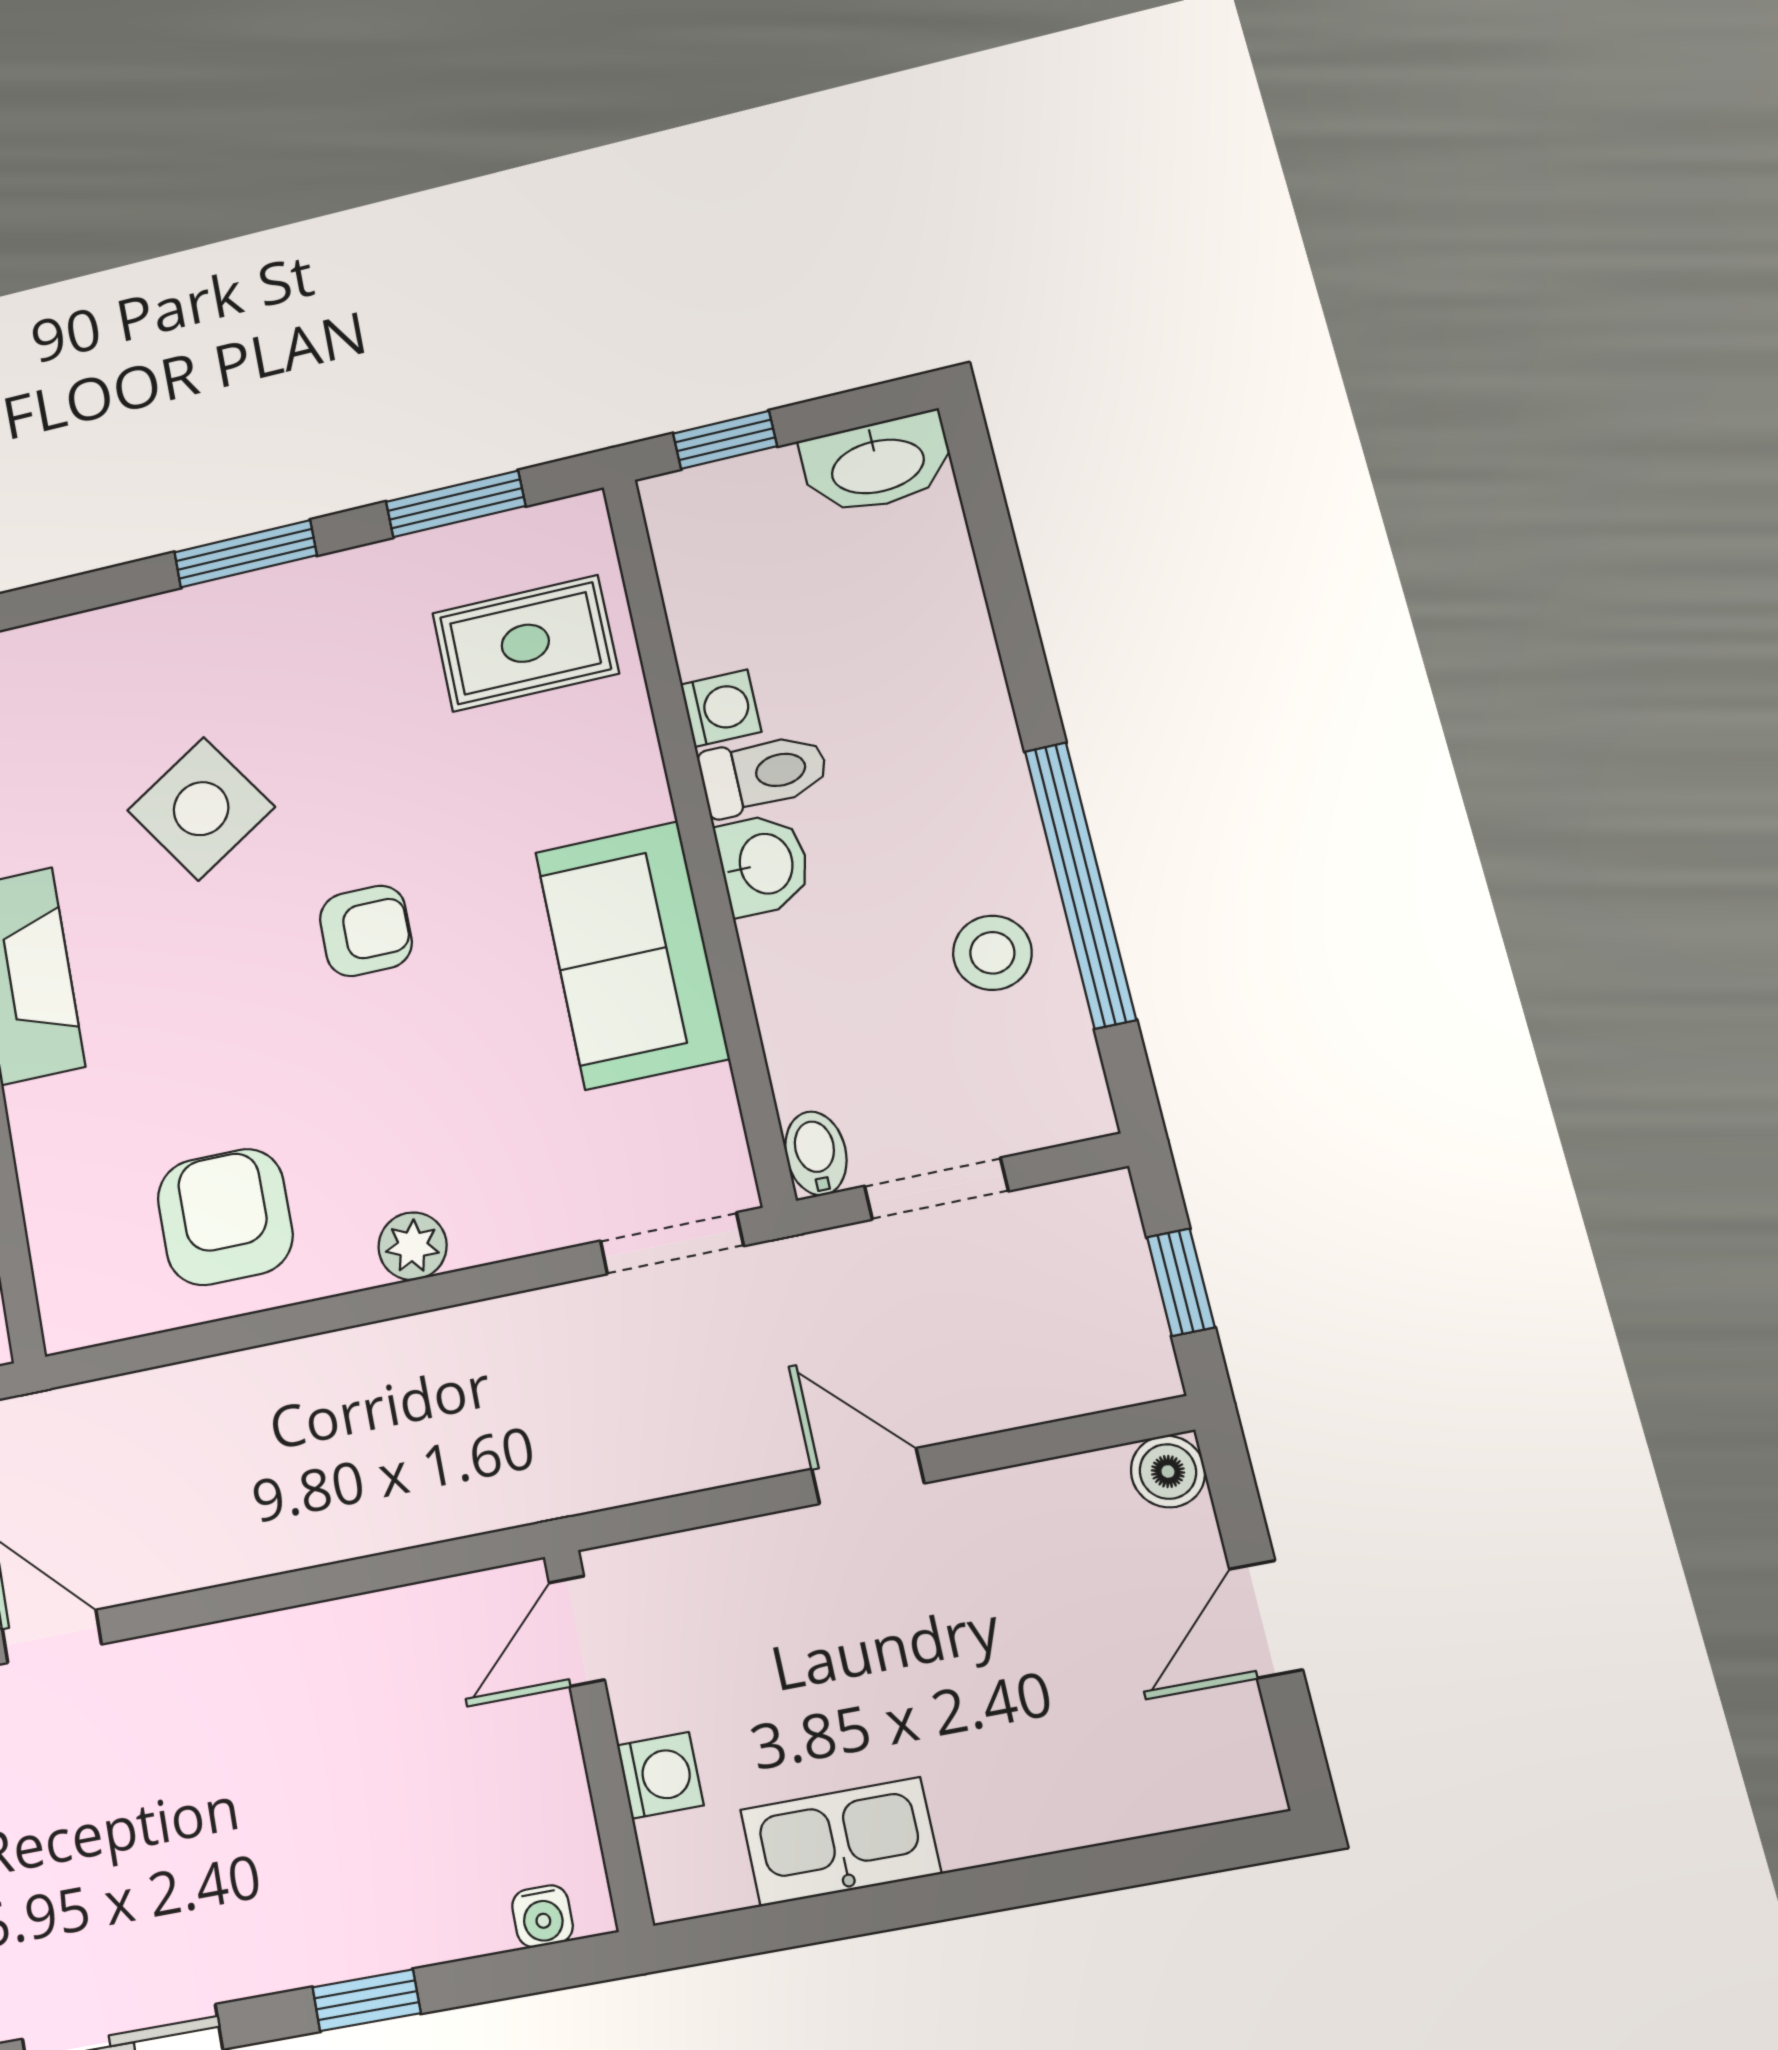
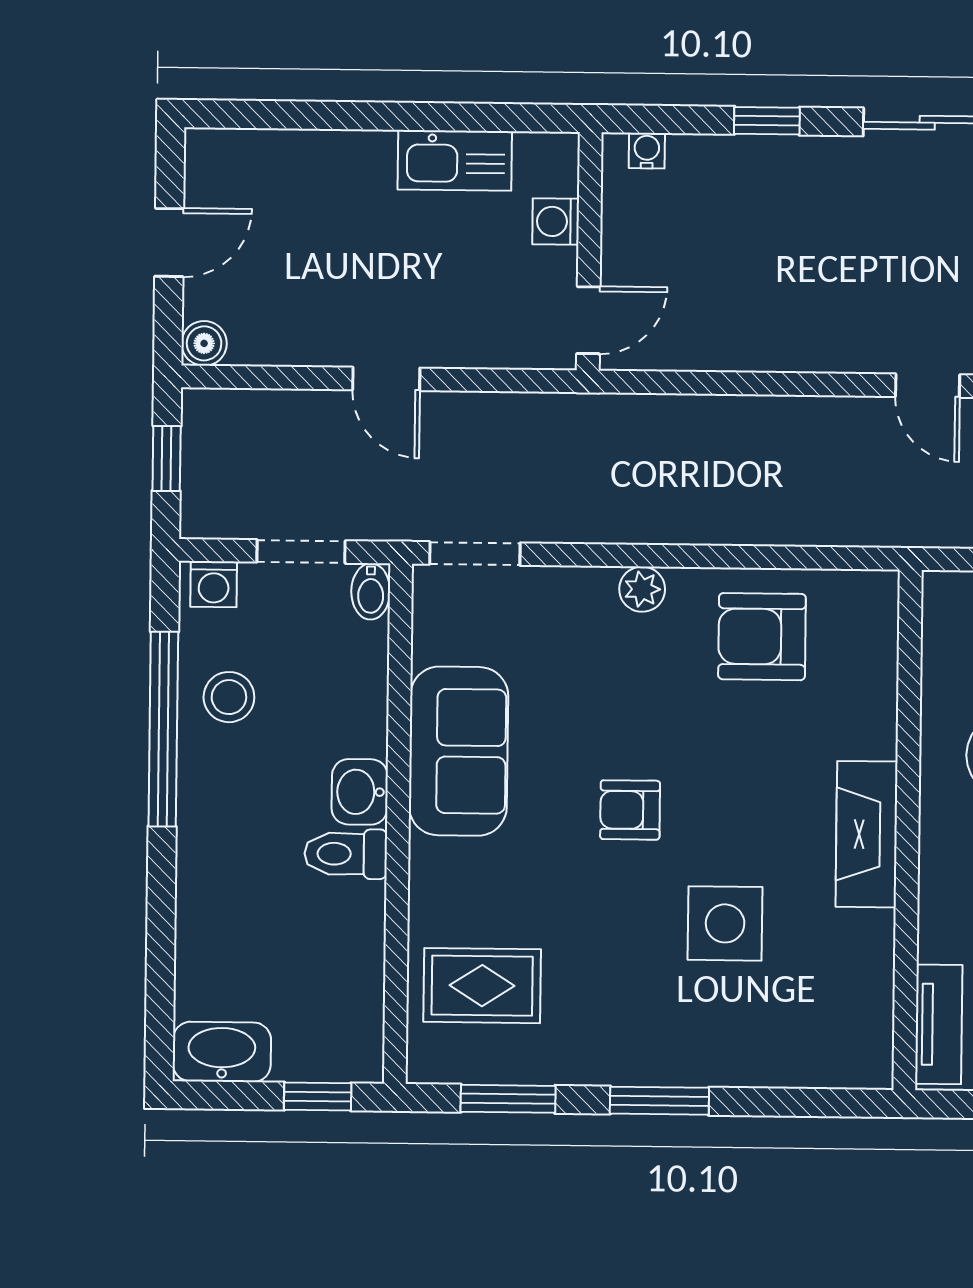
washing machine: (721, 708) -> (214, 584), moved, turned -90
side table: (201, 809) -> (725, 923), turned 33
armchair: (225, 1217) -> (762, 637), turned 90

